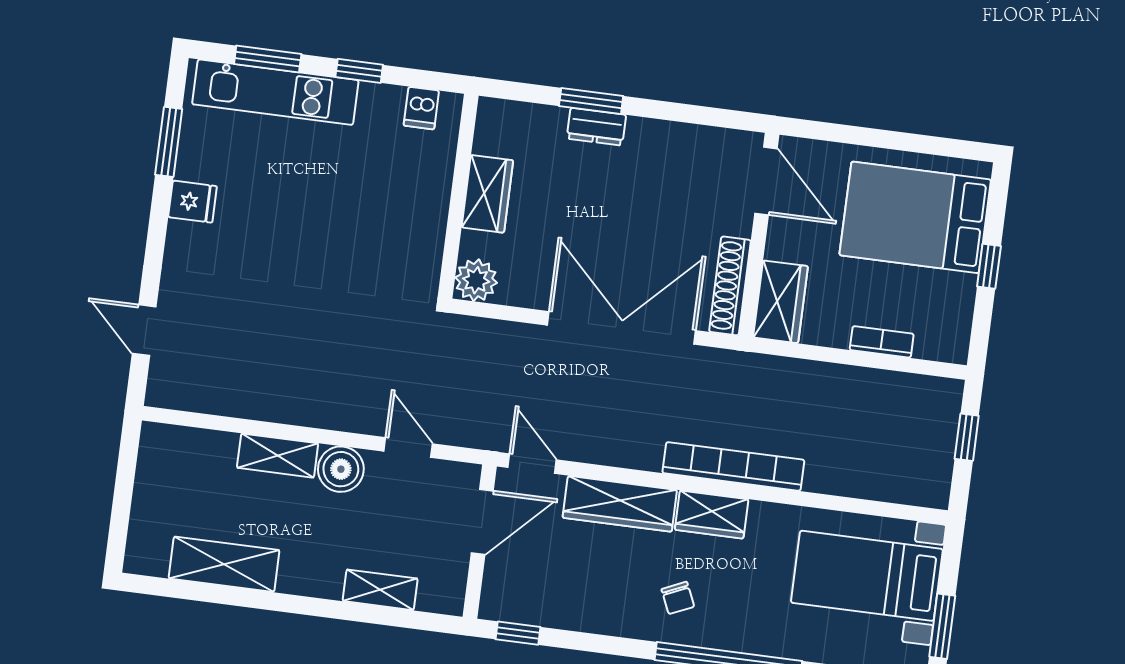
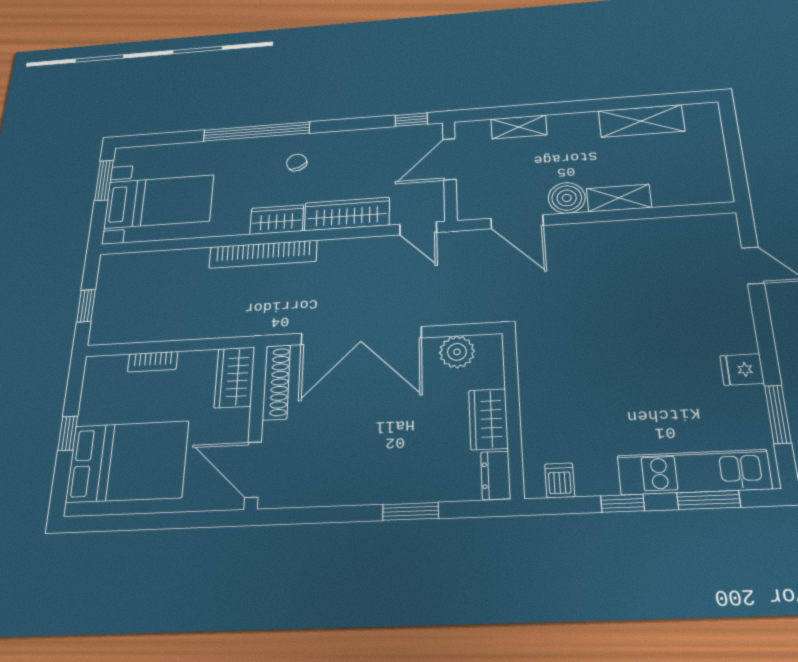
dresser: (596, 127) -> (496, 475), moved, turned -90
plant: (476, 280) -> (457, 352), moved
door: (408, 448) -> (517, 222), width x1.38
door: (482, 522) -> (449, 159), moved

